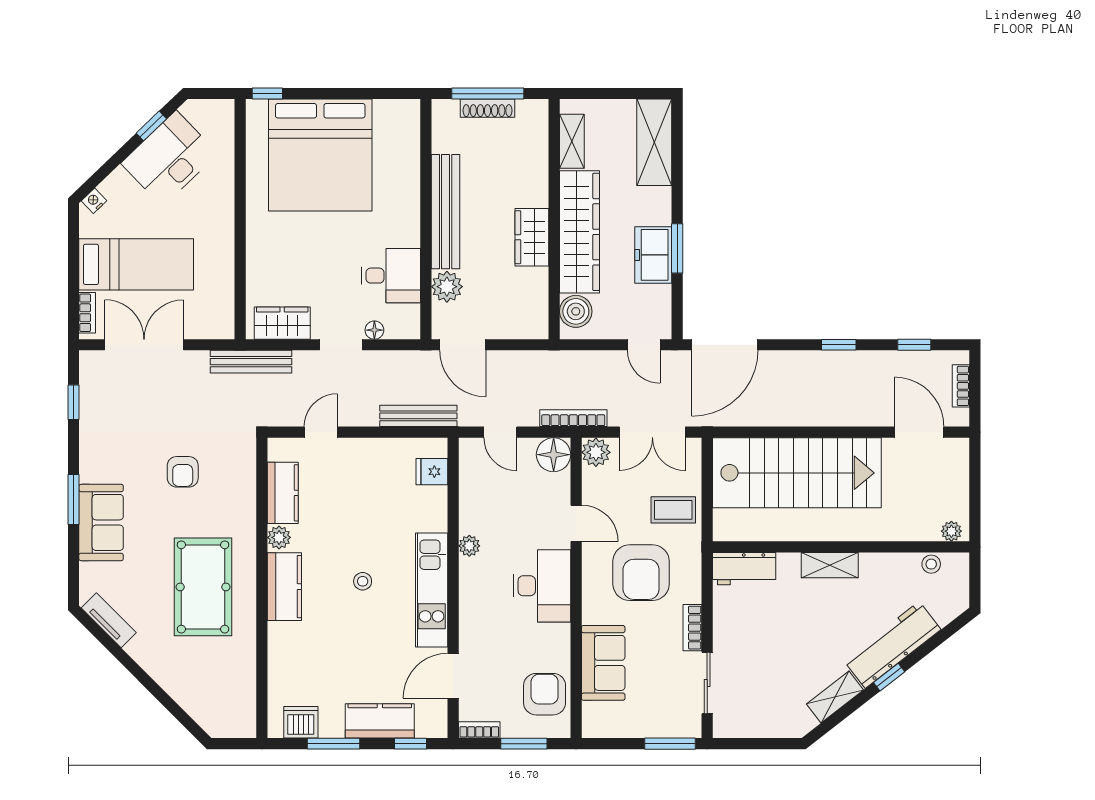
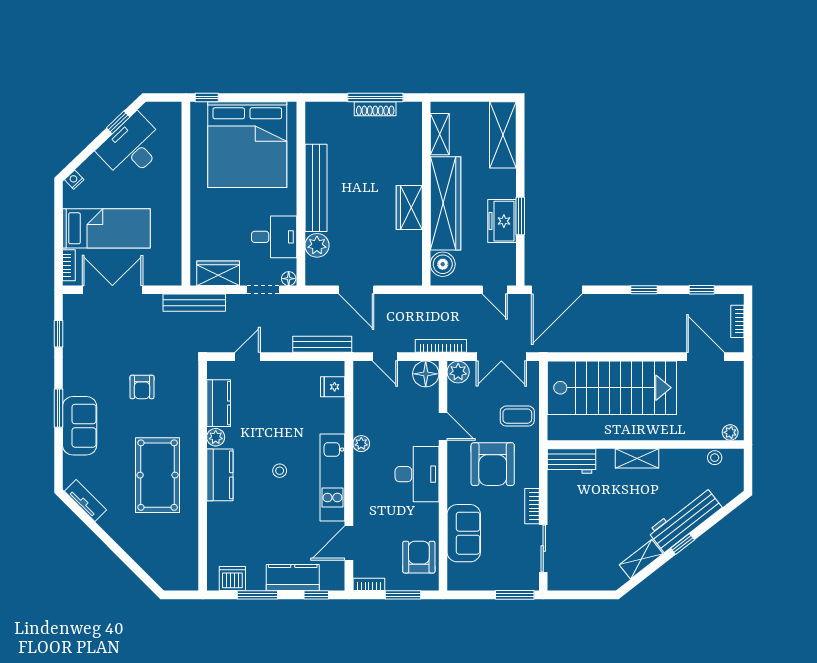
bench: (446, 212) -> (316, 188), moved
wall: (426, 219) -> (301, 194), moved
desk: (391, 276) -> (274, 237), moved
plant: (447, 287) -> (317, 245), moved

